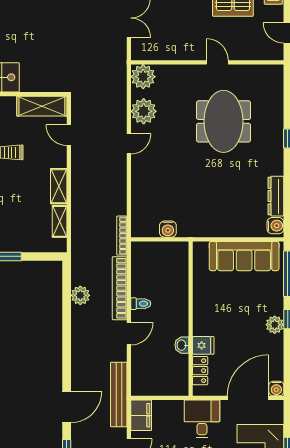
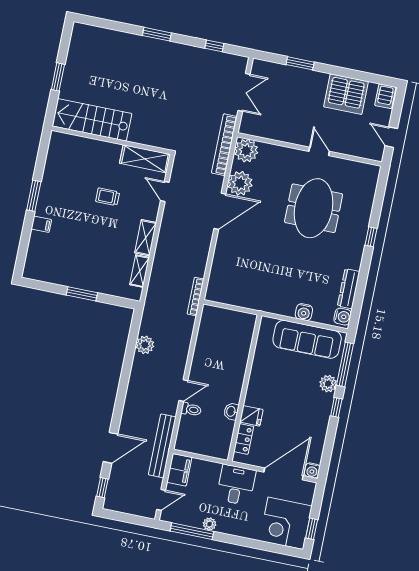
door: (129, 144) -> (220, 211), width x1.87
water cooler: (168, 229) -> (304, 312), moved
bookcase: (120, 288) -> (224, 145), moved
toilet: (141, 304) -> (191, 409), moved
plant: (275, 325) -> (328, 384), moved

